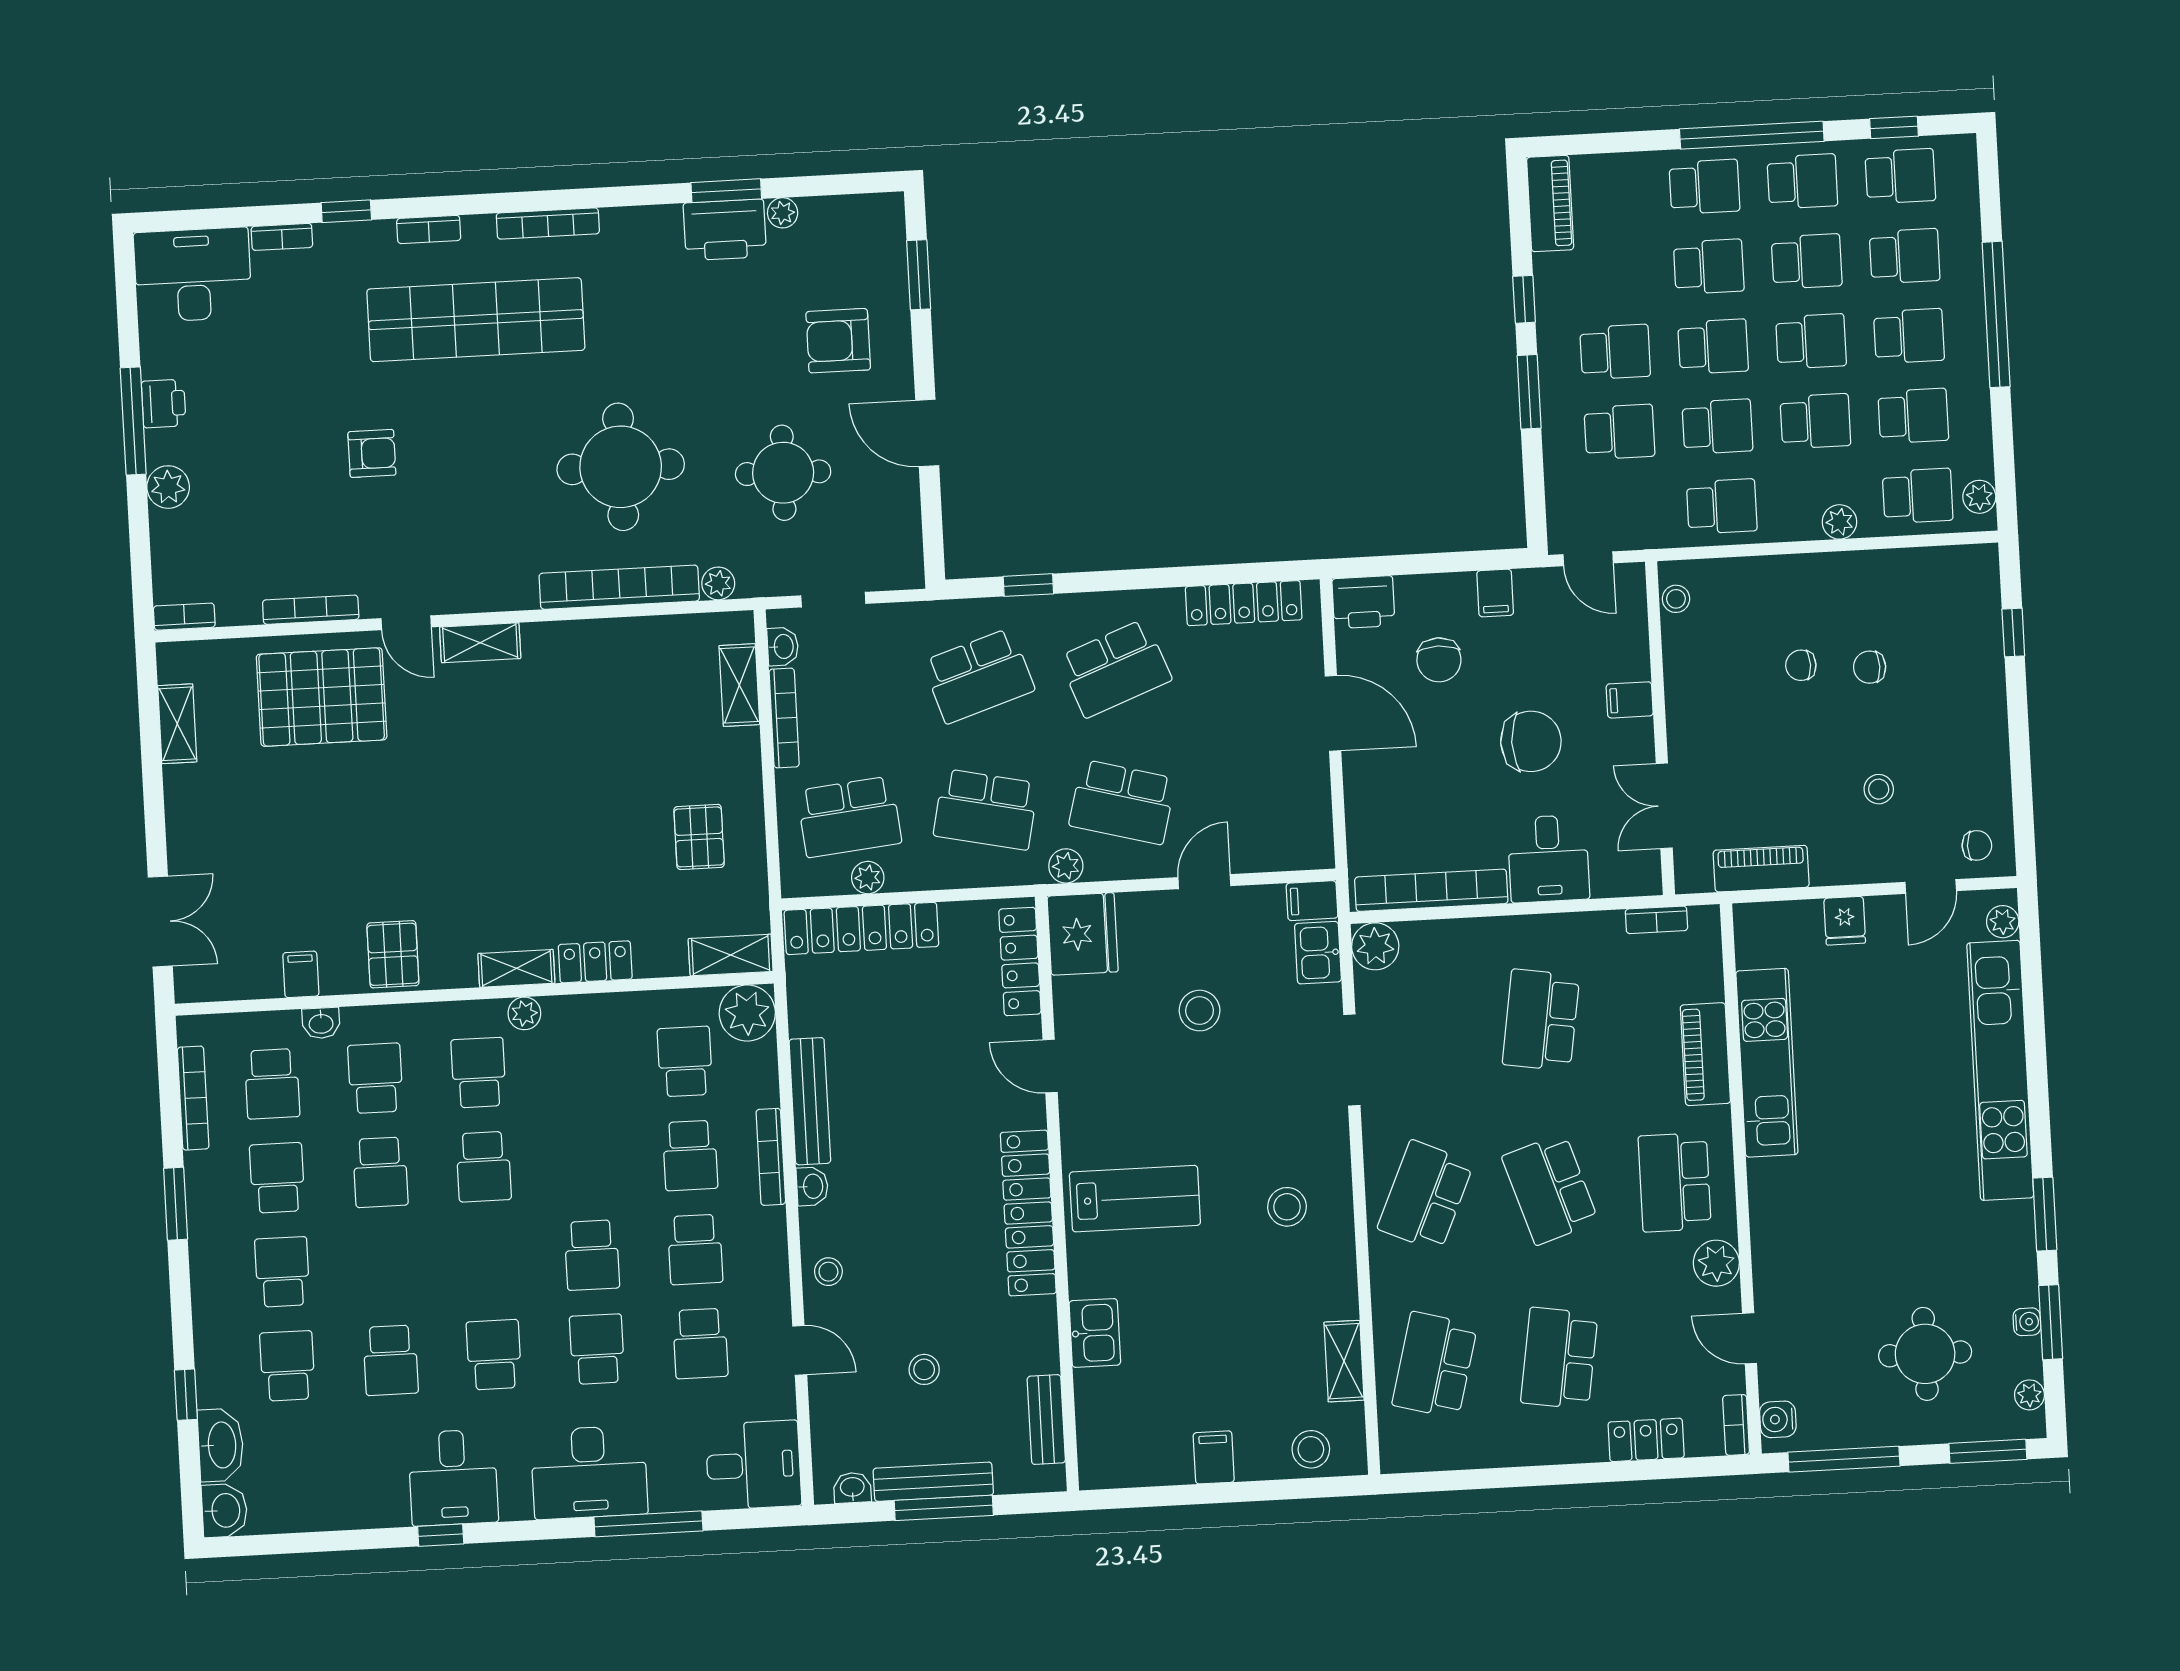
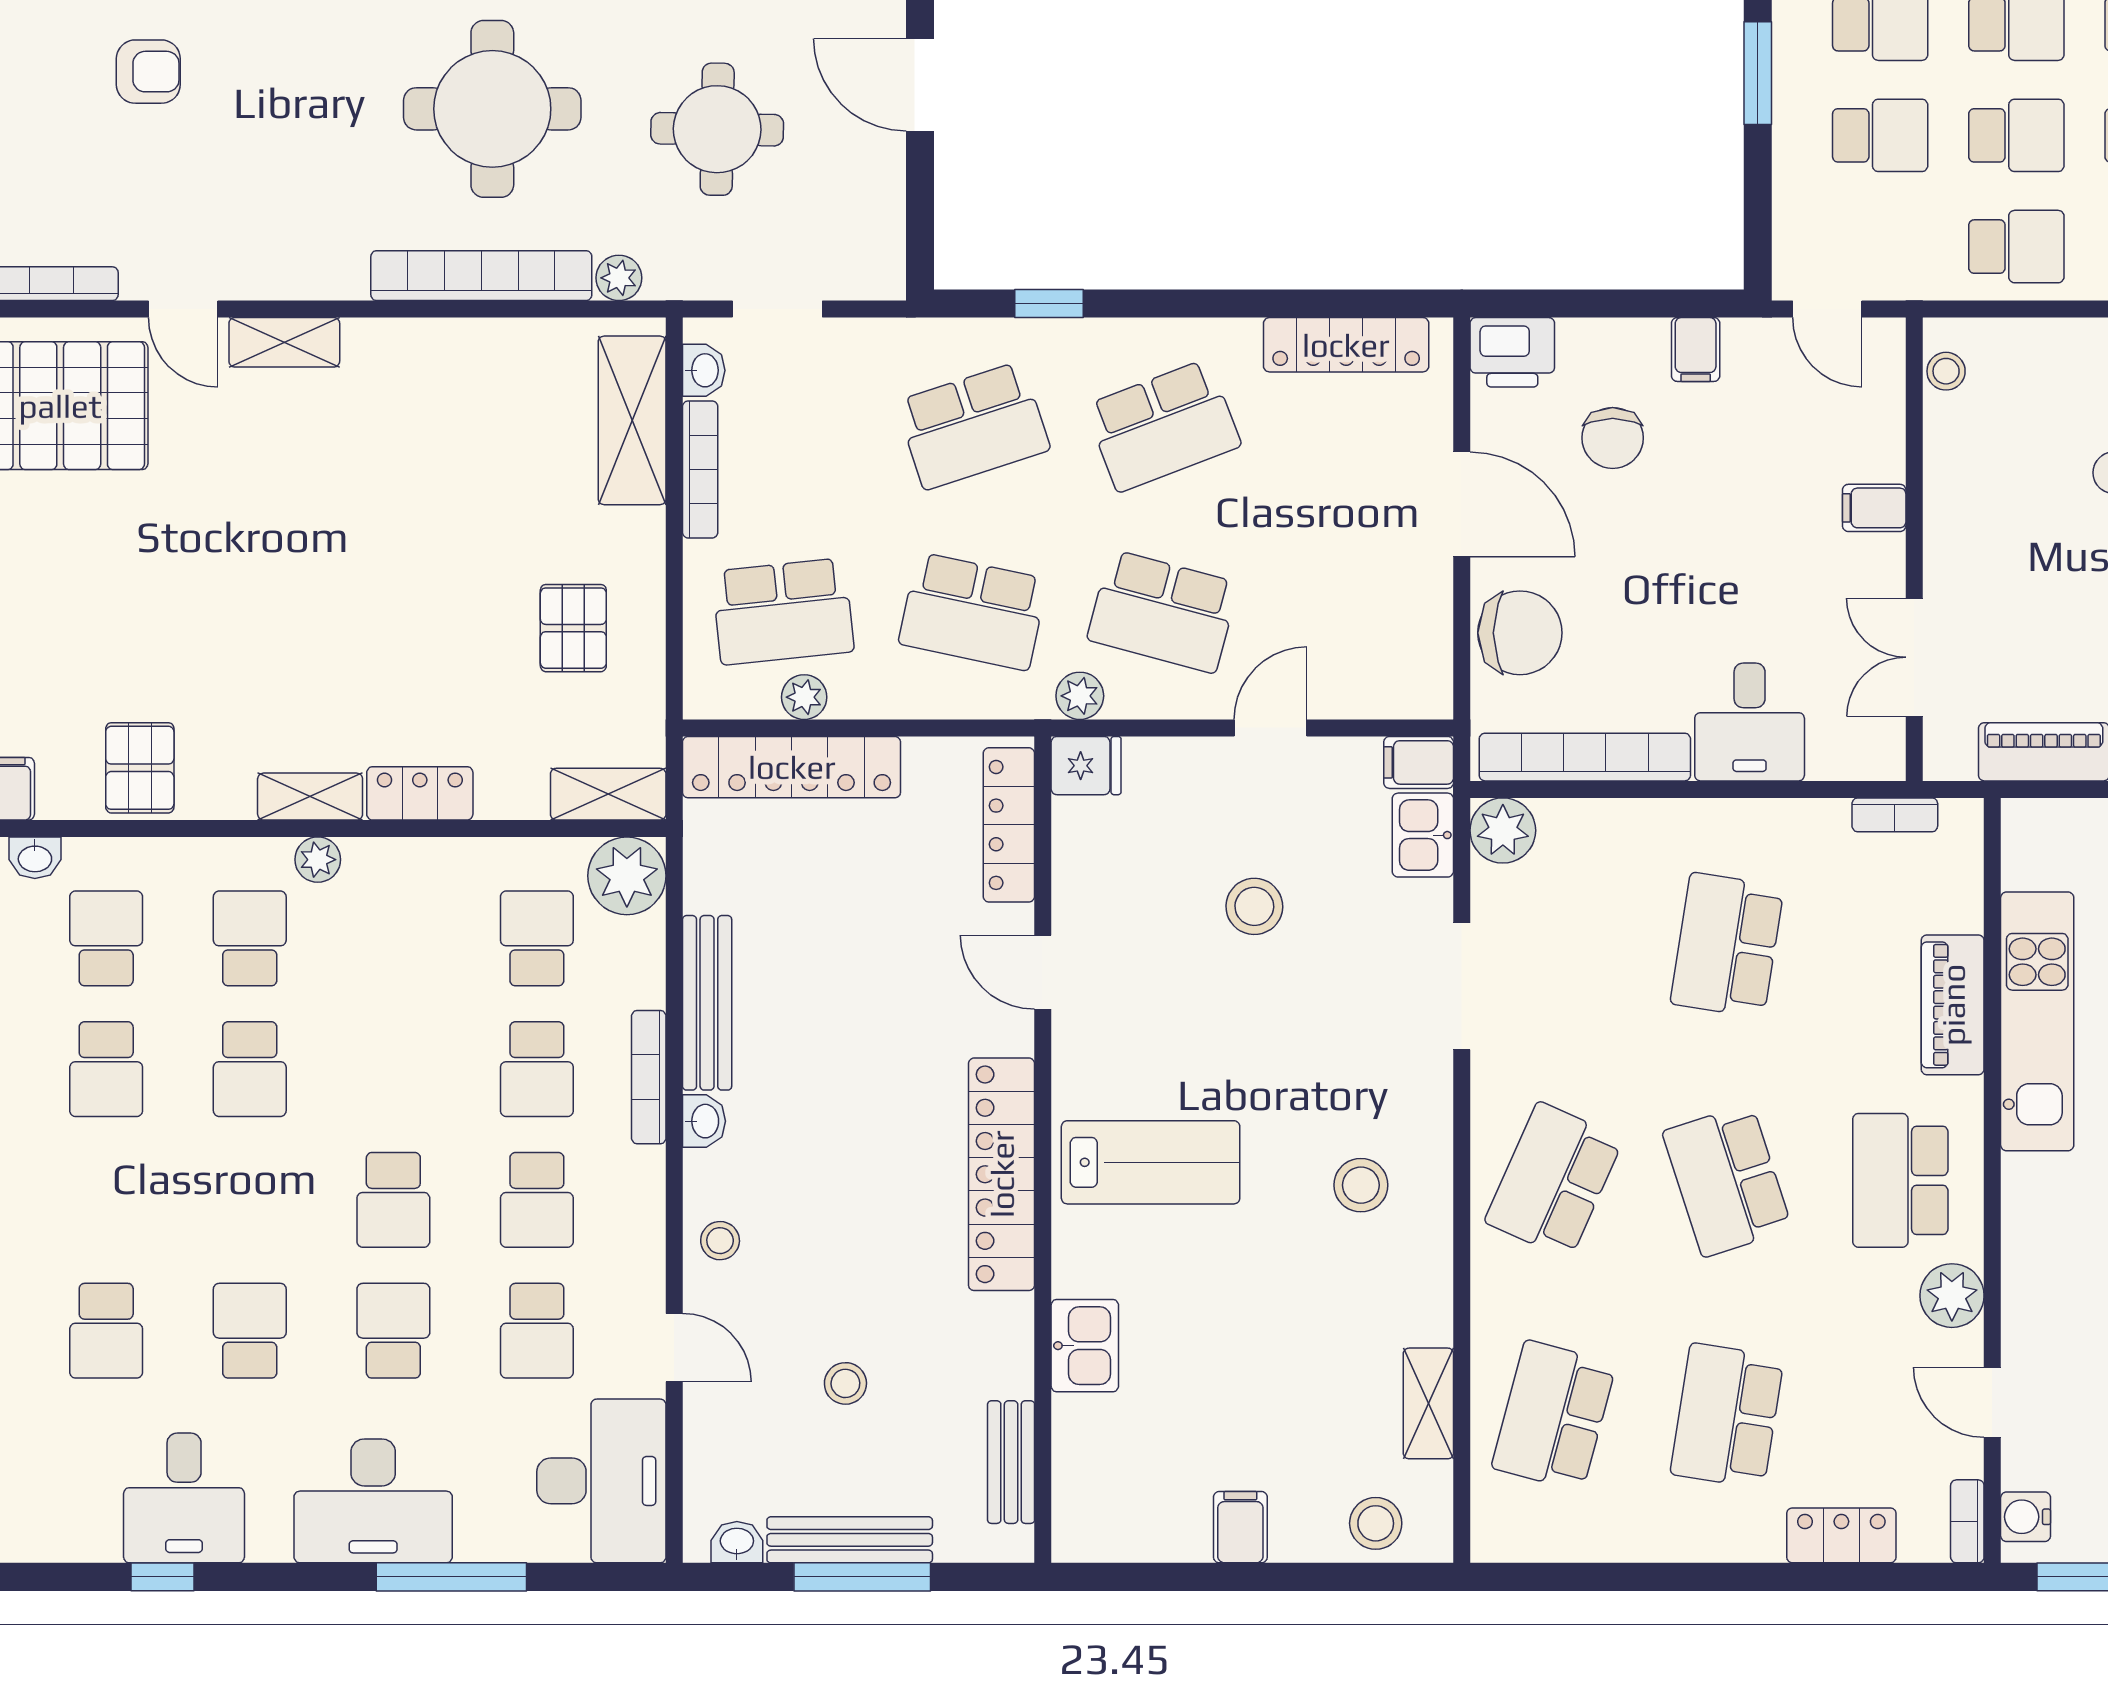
shelving: (739, 685) -> (632, 420), width x1.50, depth x1.33
chair: (1531, 741) -> (1520, 633), moved
fridge: (1083, 934) -> (1086, 766), width x0.53, depth x0.75
desk: (753, 1465) -> (601, 1481), width x1.37

